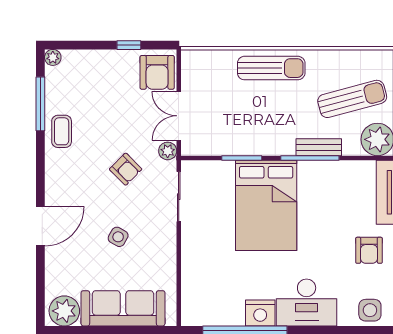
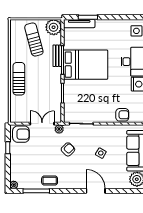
double door: (179, 116) -> (42, 124), swing flipped
bed: (266, 205) -> (86, 65), moved
armchair: (369, 250) -> (122, 115), moved

